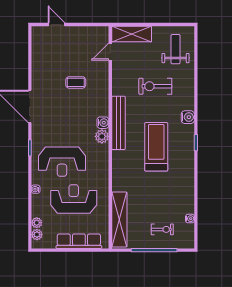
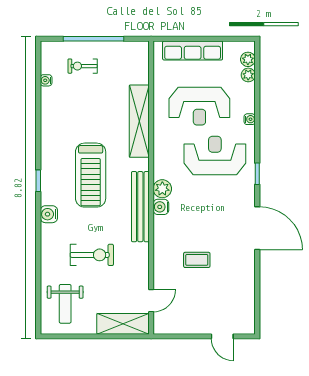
shelving: (119, 220) -> (139, 121), moved

